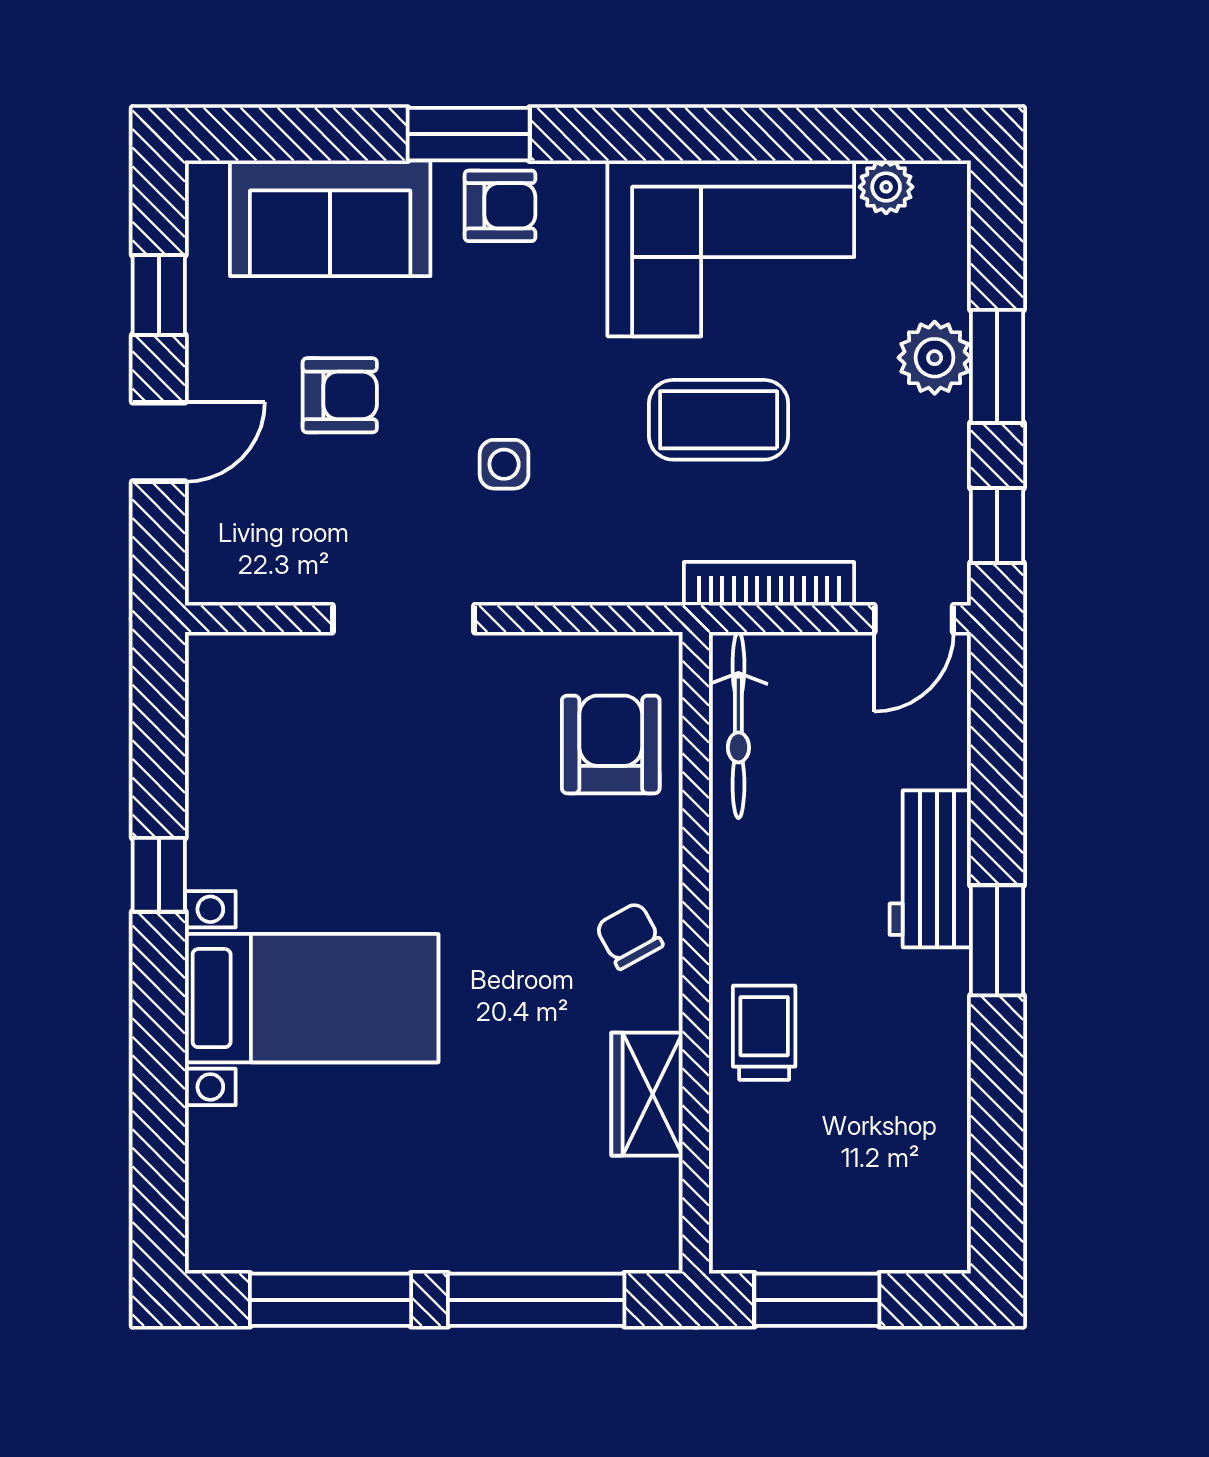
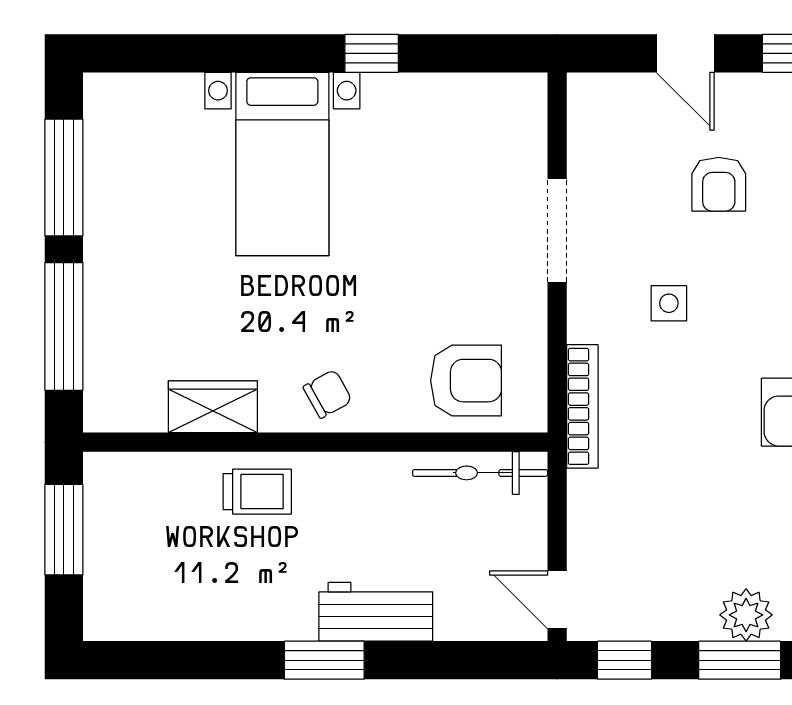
coffee table: (719, 420) -> (701, 459), removed
bookcase: (769, 584) -> (582, 406), moved

